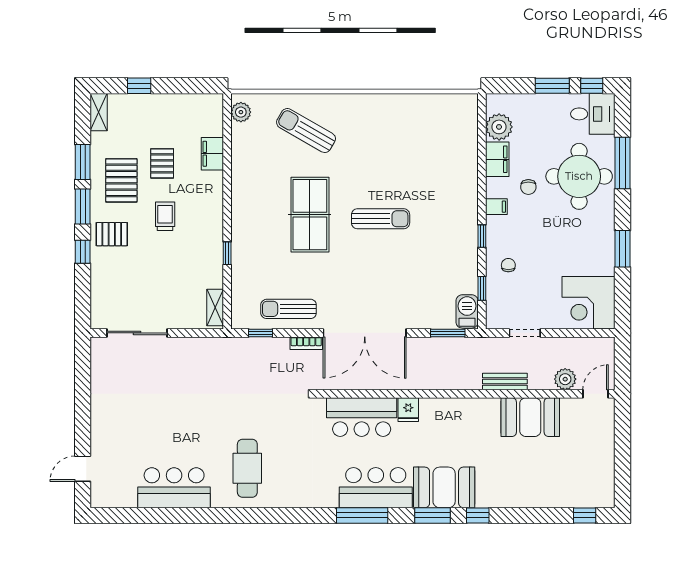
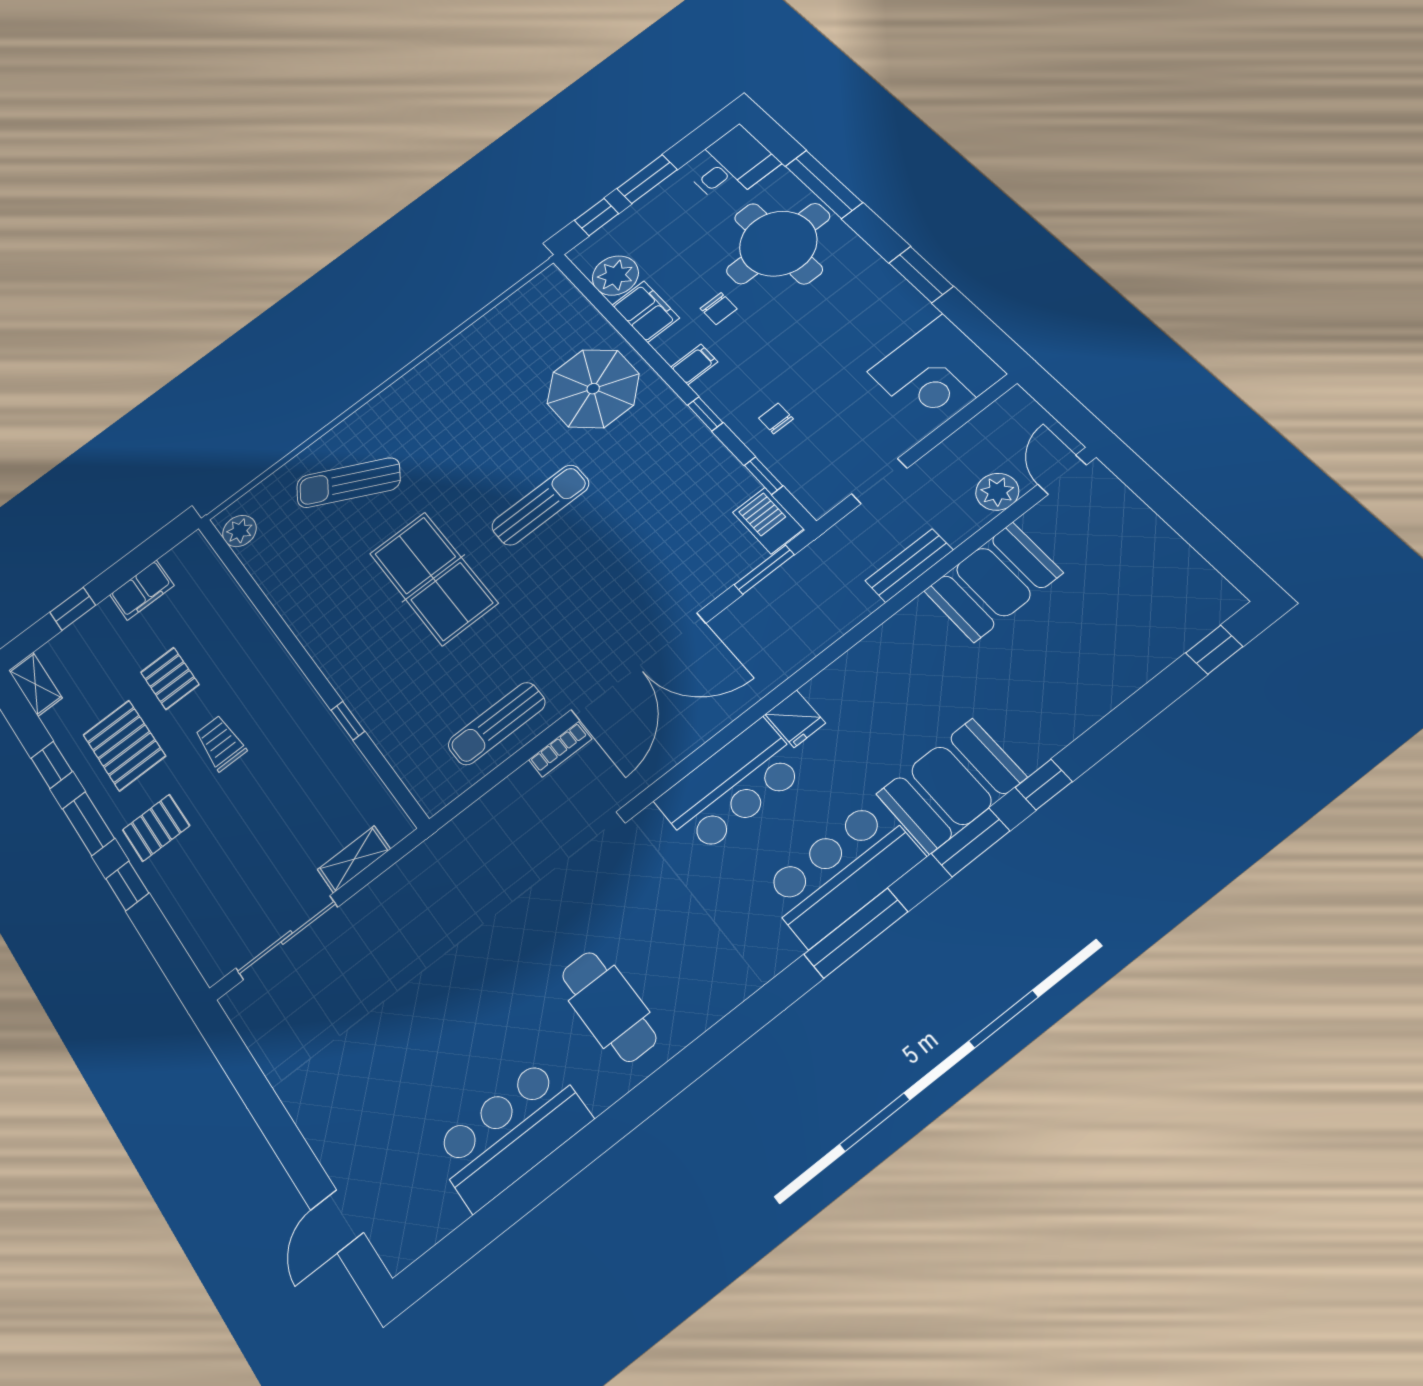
window: (592, 86) -> (596, 217), moved
filing cabinet: (212, 154) -> (142, 590), moved, turned -90
window: (83, 162) -> (52, 765), width x0.67
parasol: (445, 179) -> (593, 389), added
shelving: (215, 307) -> (354, 859), moved, turned 90
window: (260, 333) -> (479, 790), removed

